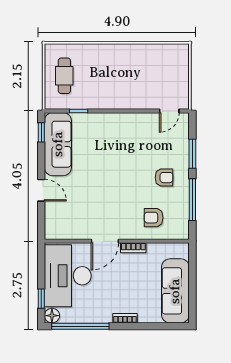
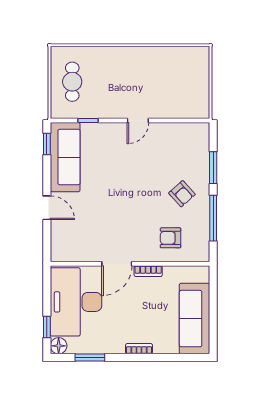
door: (169, 111) -> (138, 120), moved
armchair: (164, 178) -> (182, 194), turned 48
window: (80, 326) -> (90, 358), width x0.47

